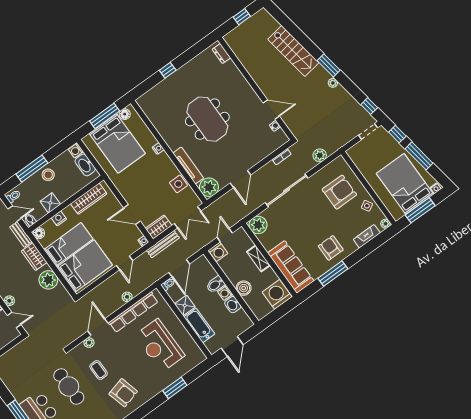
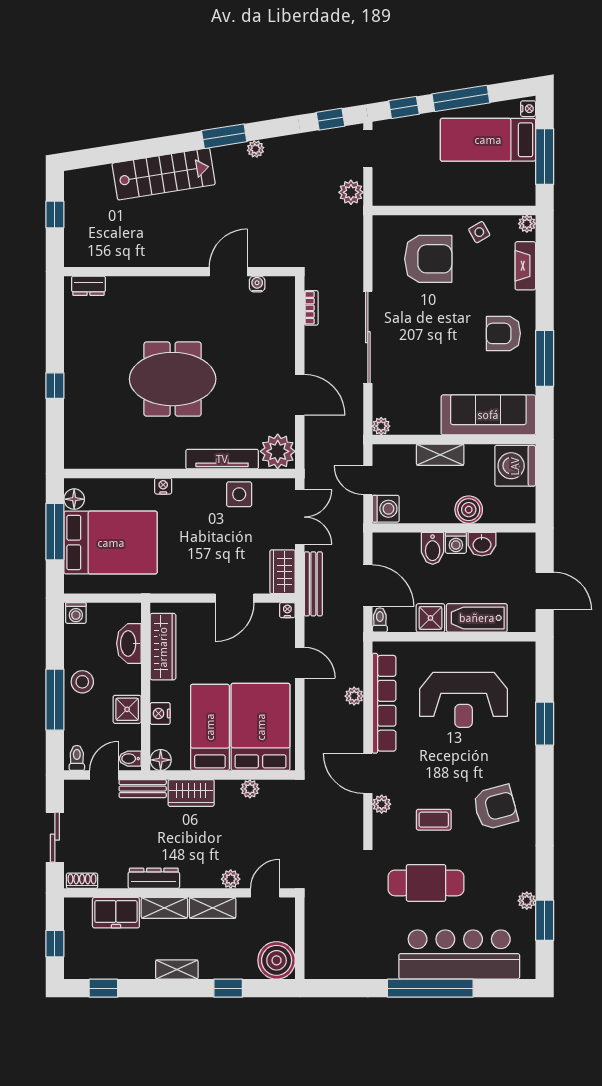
plant: (320, 155) -> (351, 192), moved
washbasin: (85, 165) -> (129, 643), moved, turned 90
bed: (405, 184) -> (488, 140), width x0.67
armchair: (339, 192) -> (428, 259), turned 90
plant: (258, 225) -> (381, 426), width x0.53, depth x0.53
plant: (48, 280) -> (250, 789), width x0.53, depth x0.53

